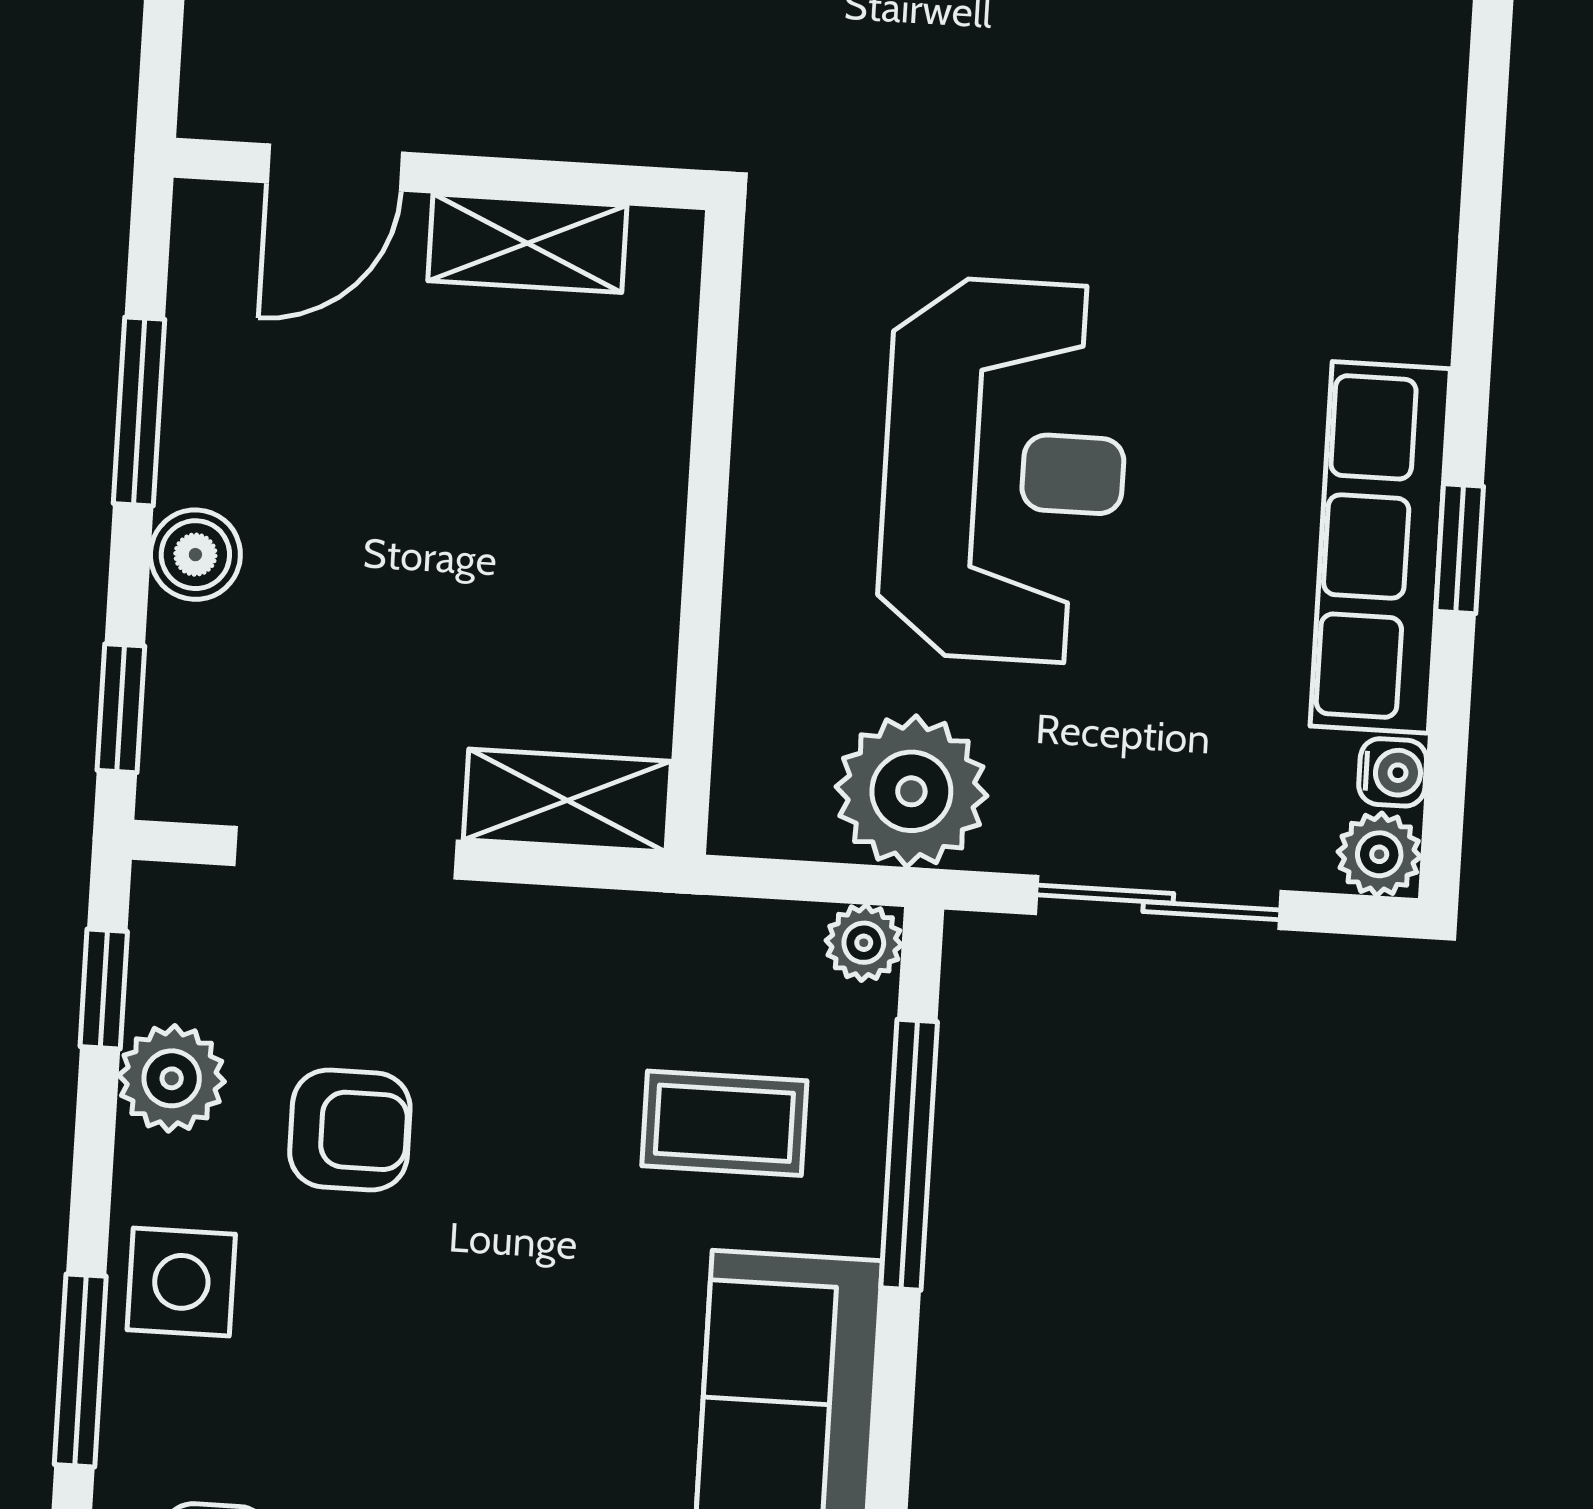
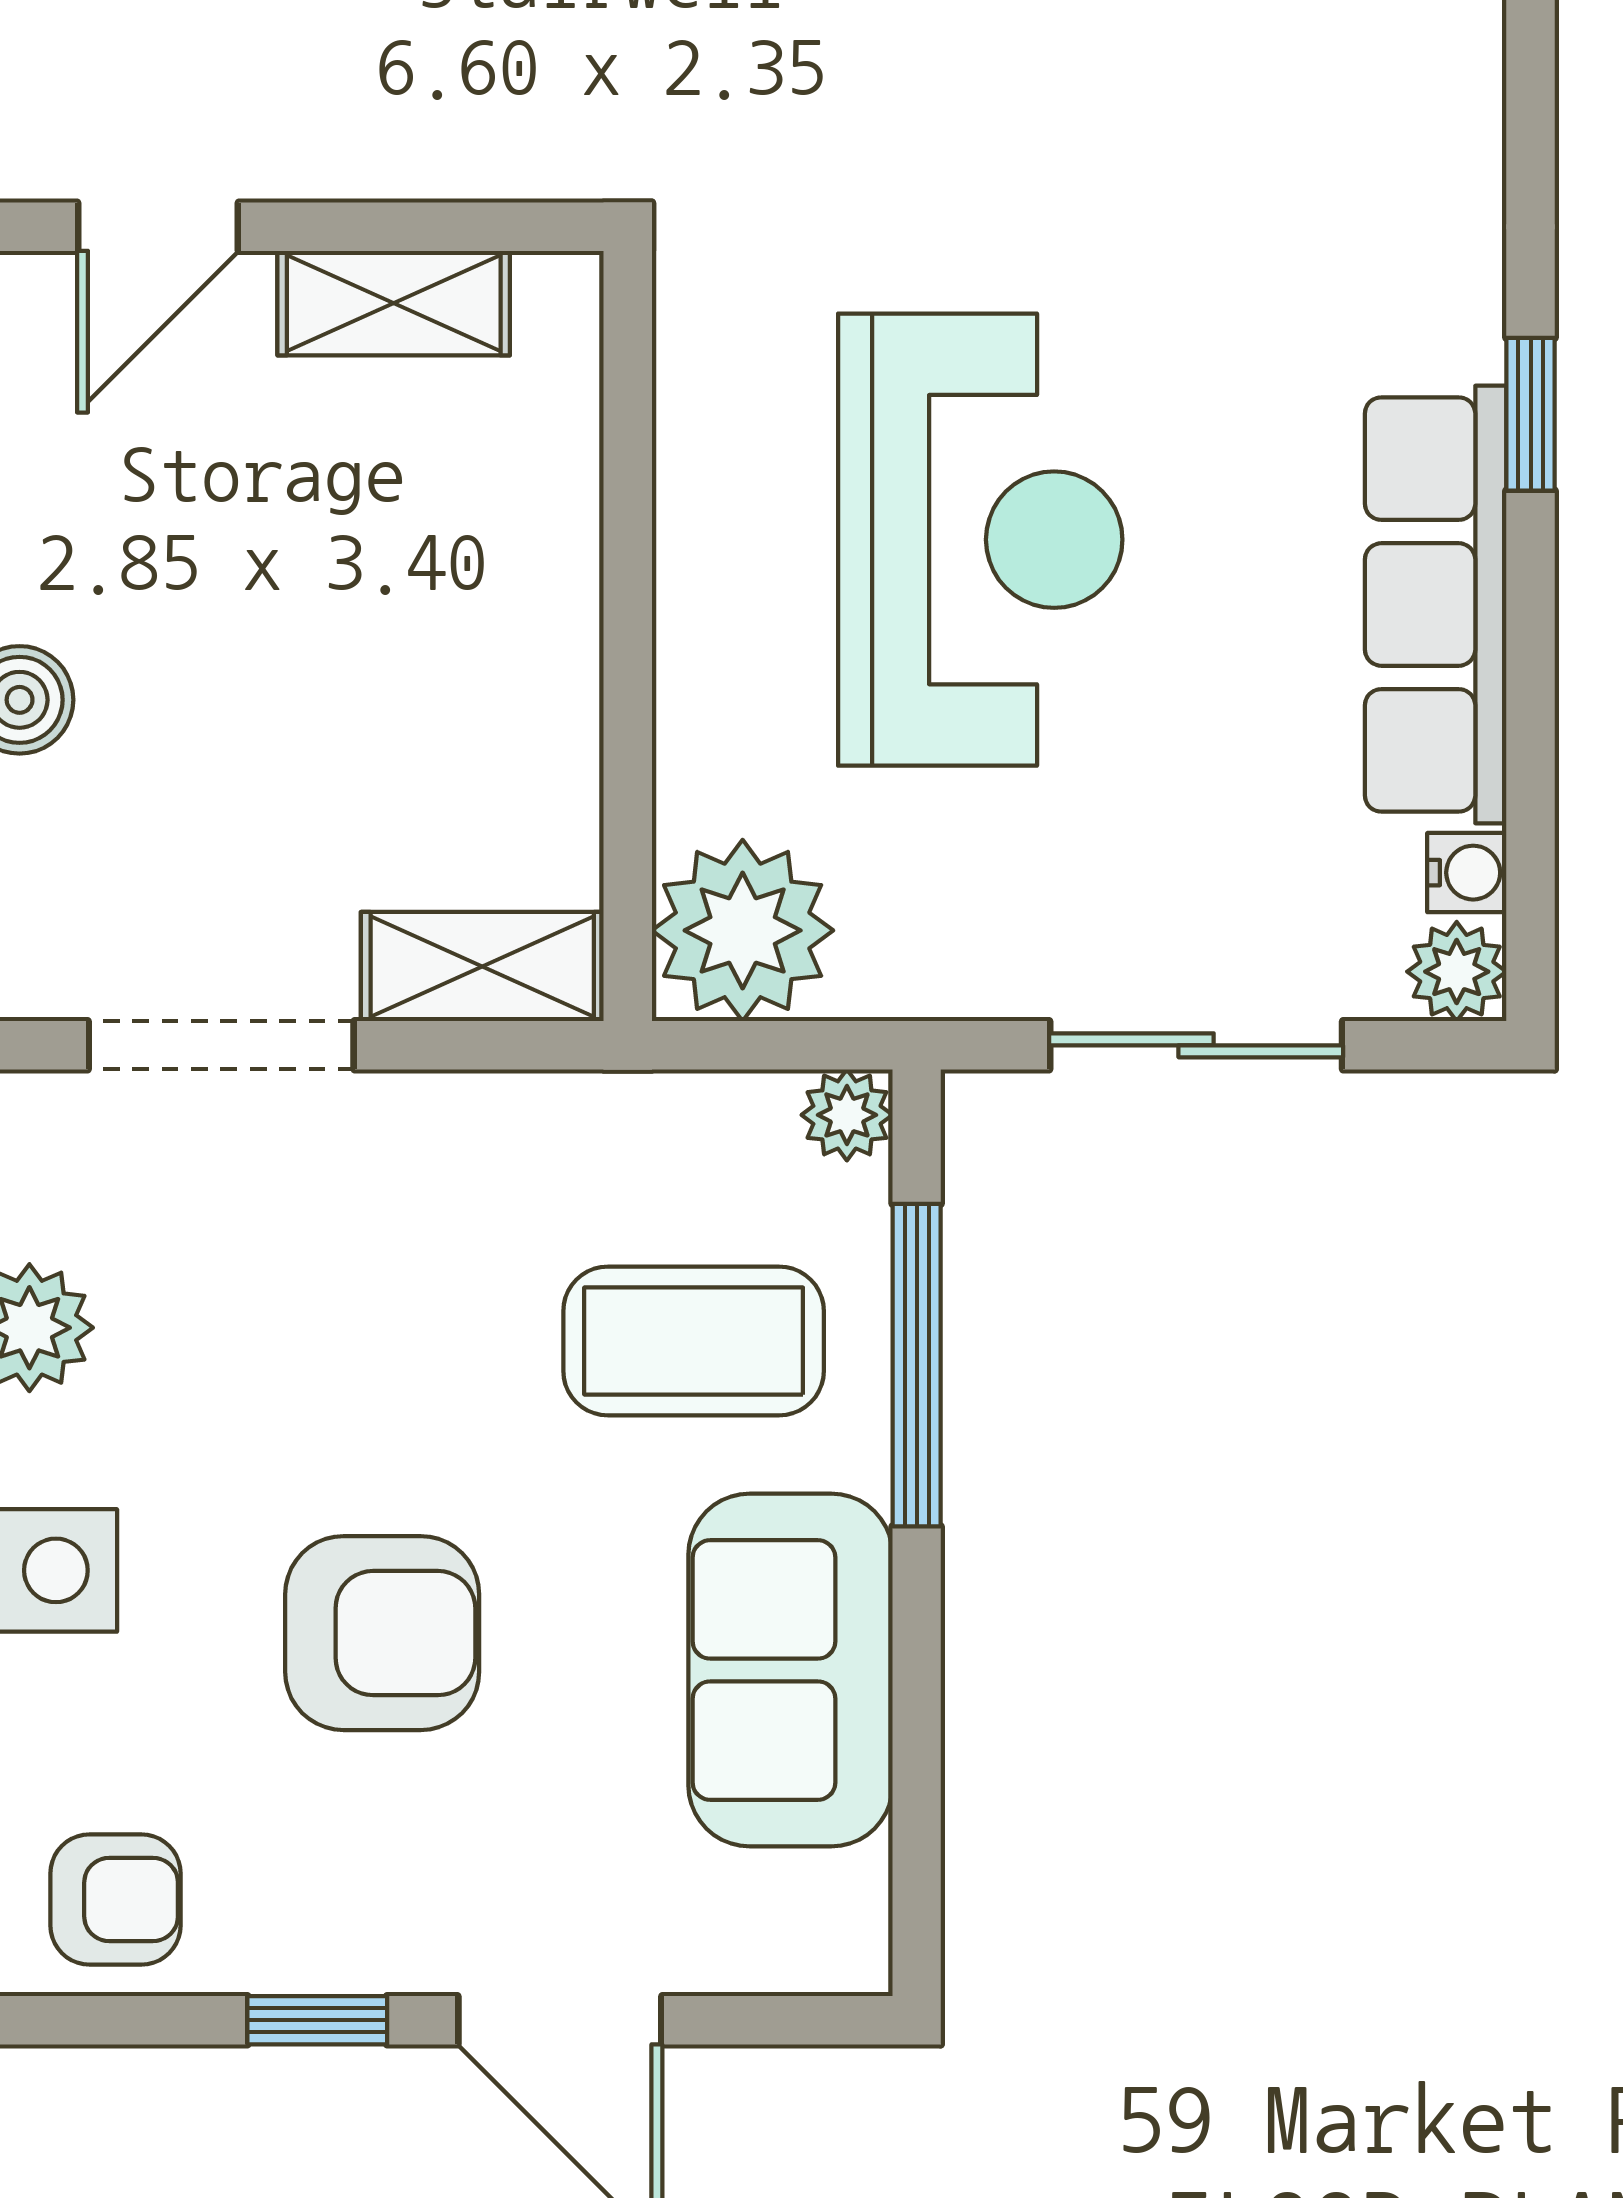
window: (1460, 549) -> (1531, 414), moved
plant: (911, 791) -> (743, 930), moved
coffee table: (724, 1123) -> (694, 1341), width x1.36, depth x1.30
armchair: (350, 1130) -> (382, 1633), moved, width x1.38, depth x1.38

